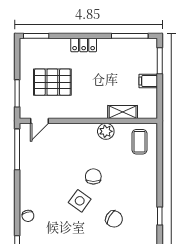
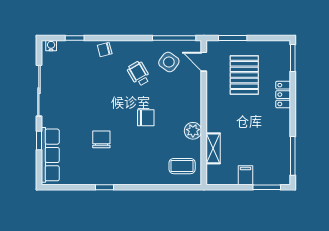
locker: (84, 45) -> (283, 95), moved
wheelchair: (51, 183) -> (139, 74), added
side table: (80, 201) -> (169, 62), moved
chair: (114, 219) -> (101, 139), turned 150

